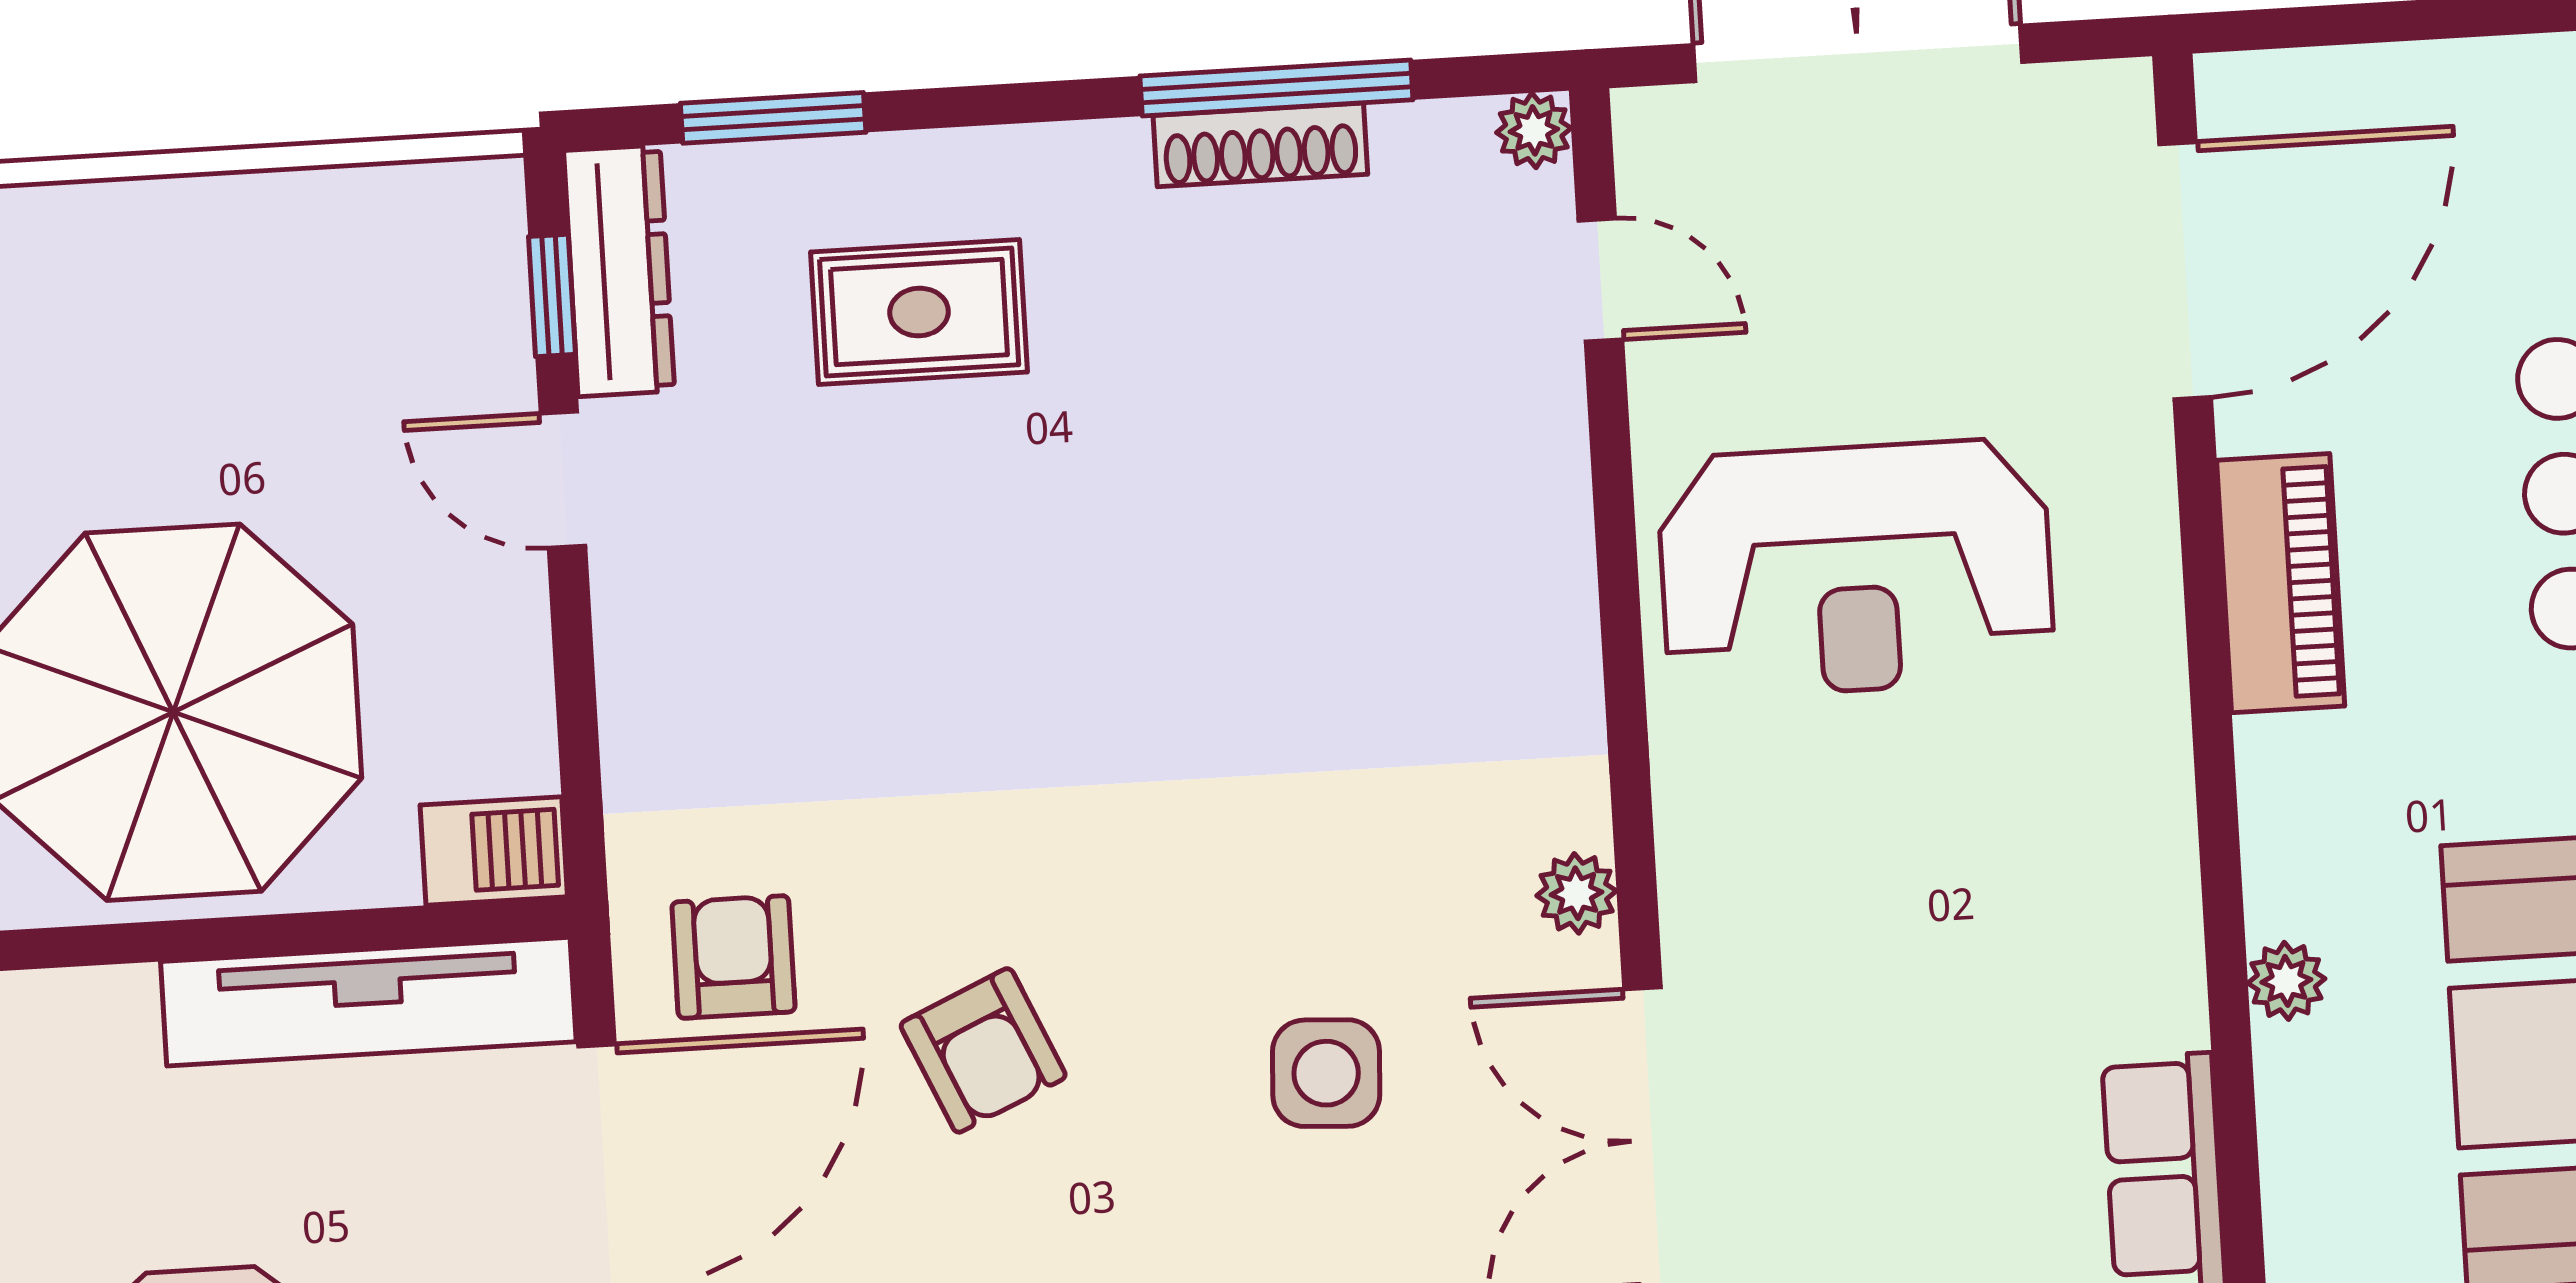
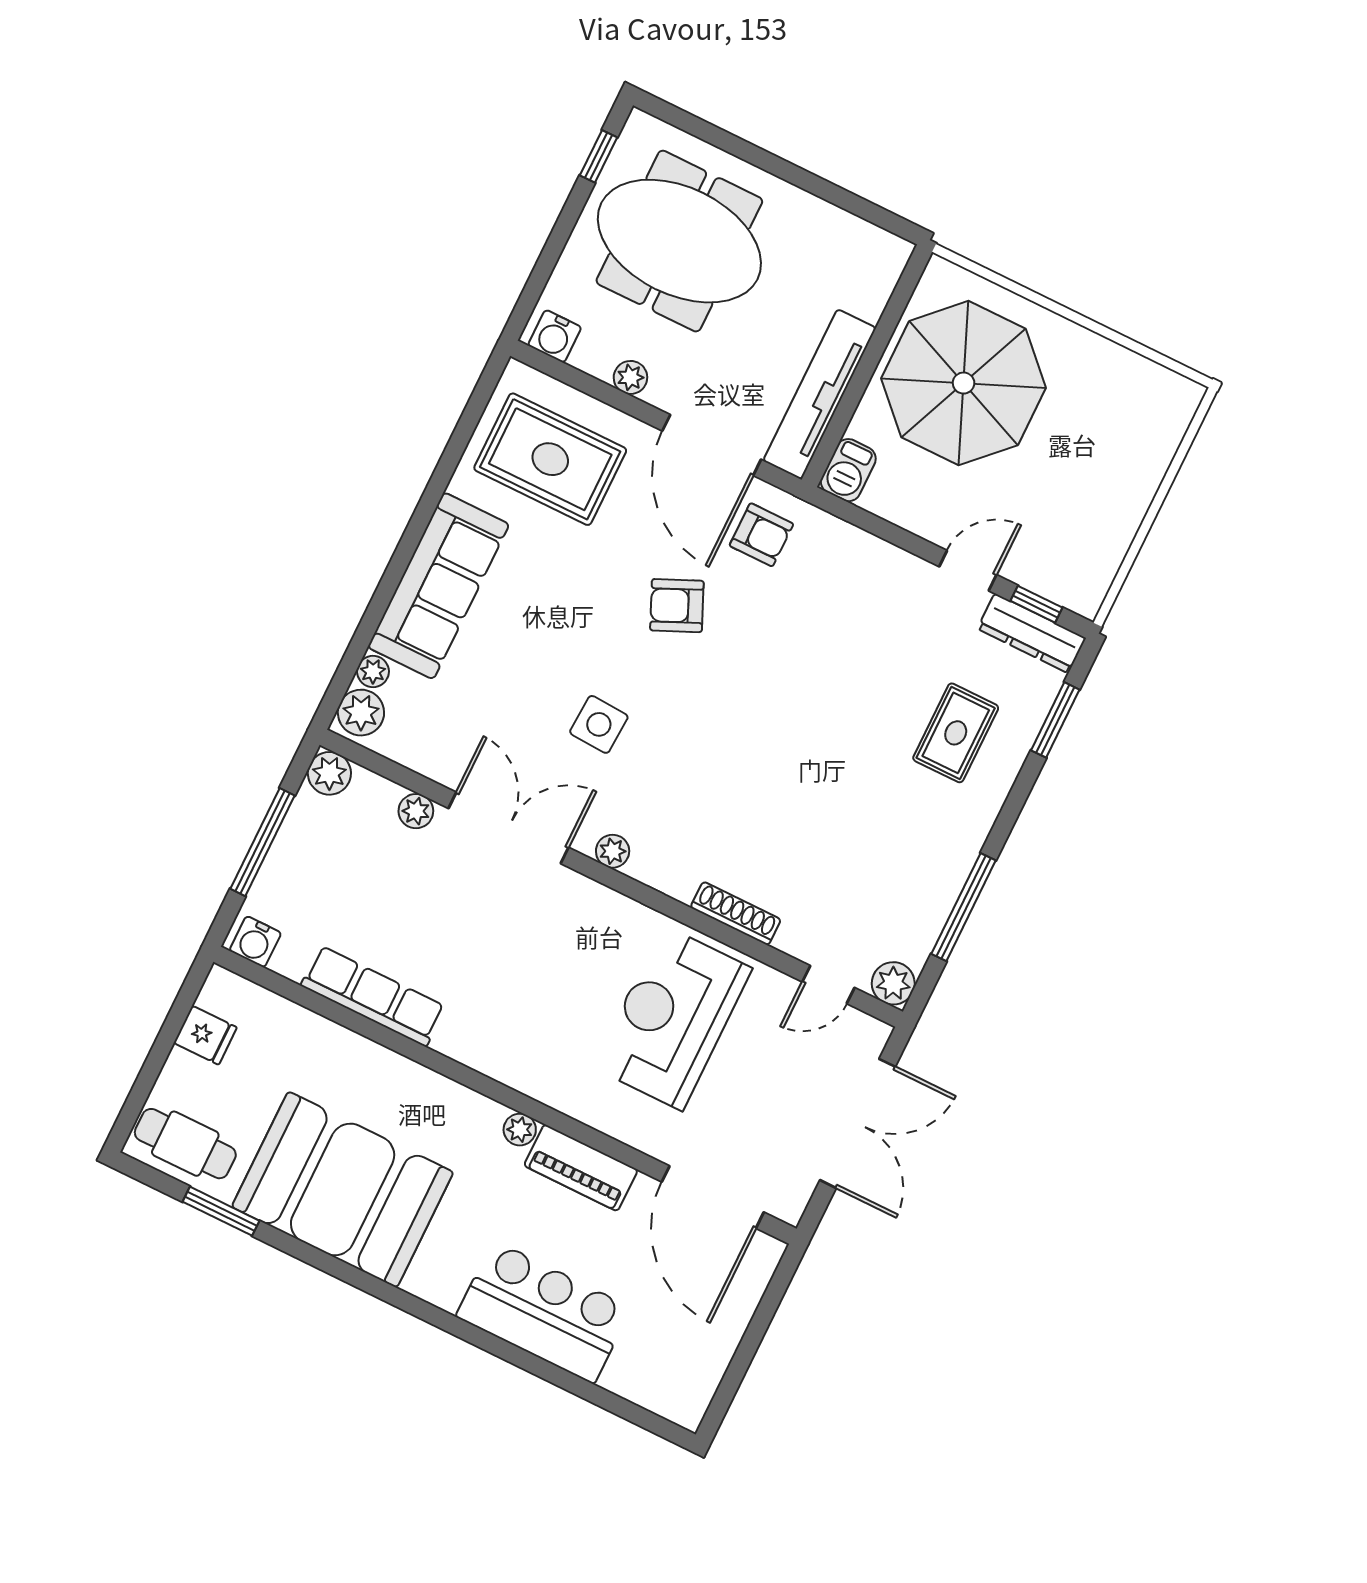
plant: (1534, 130) -> (893, 983), width x1.38, depth x1.38
shoe rack: (1260, 145) -> (736, 913), moved, turned 90
plant: (2286, 981) -> (520, 1130), moved

